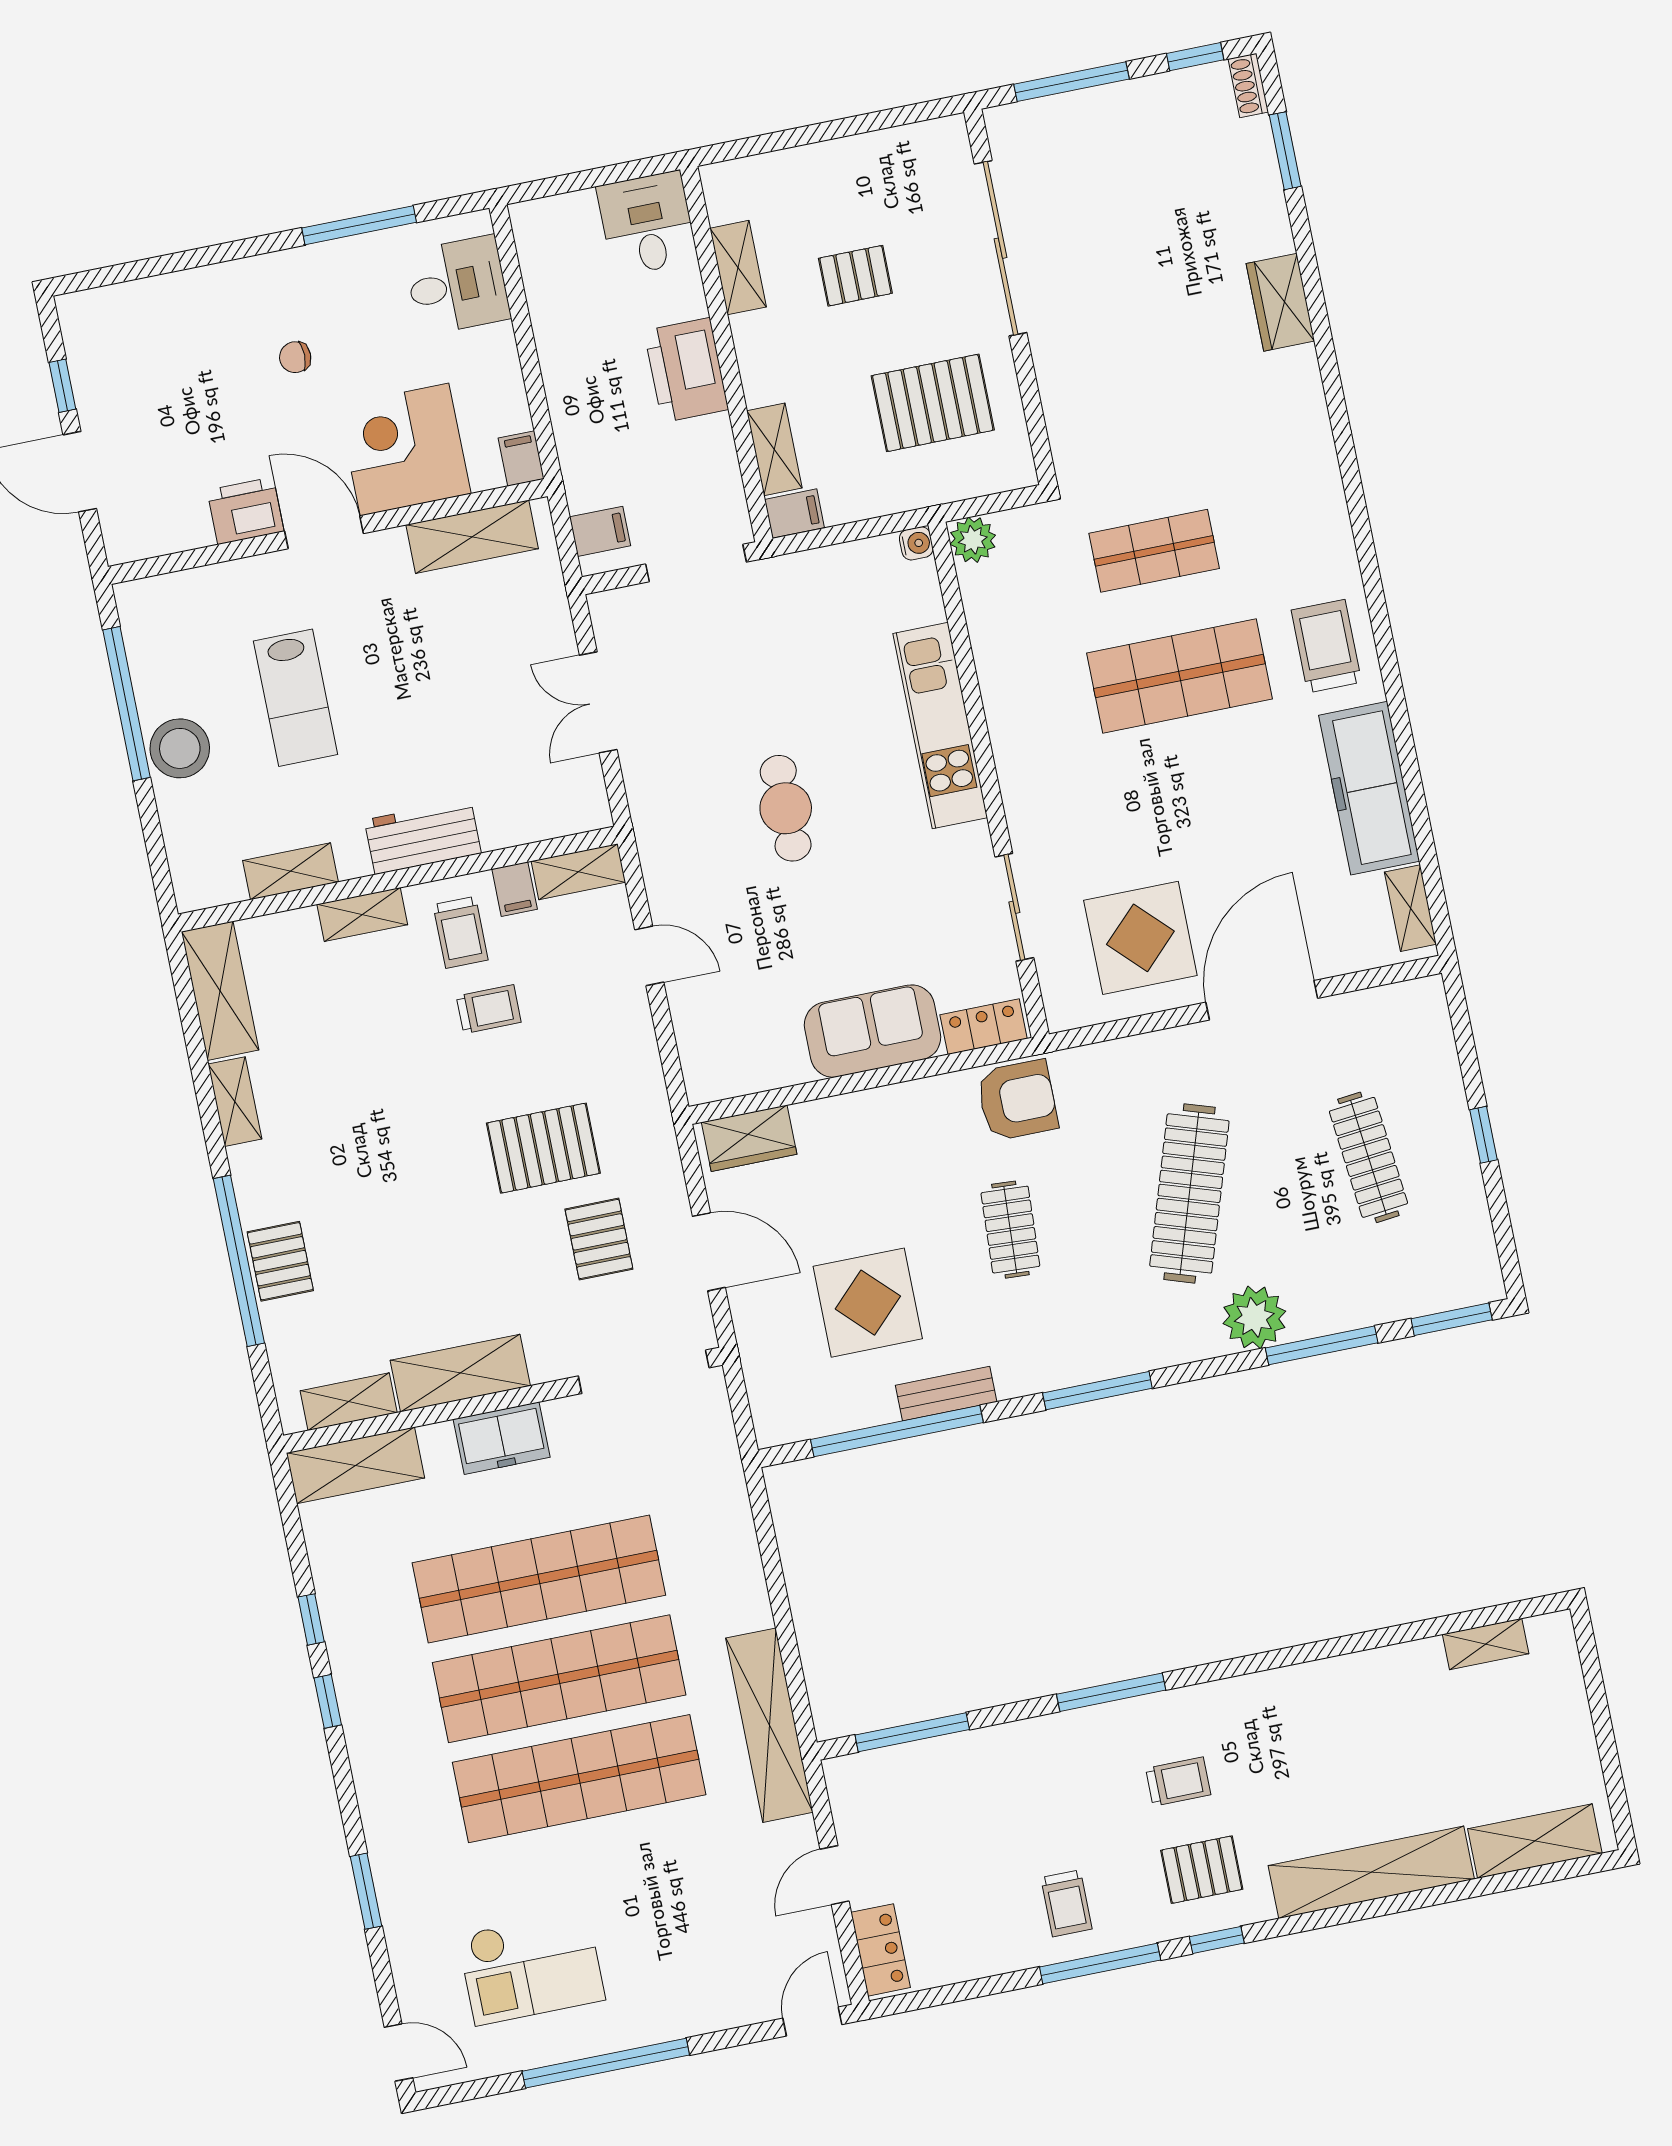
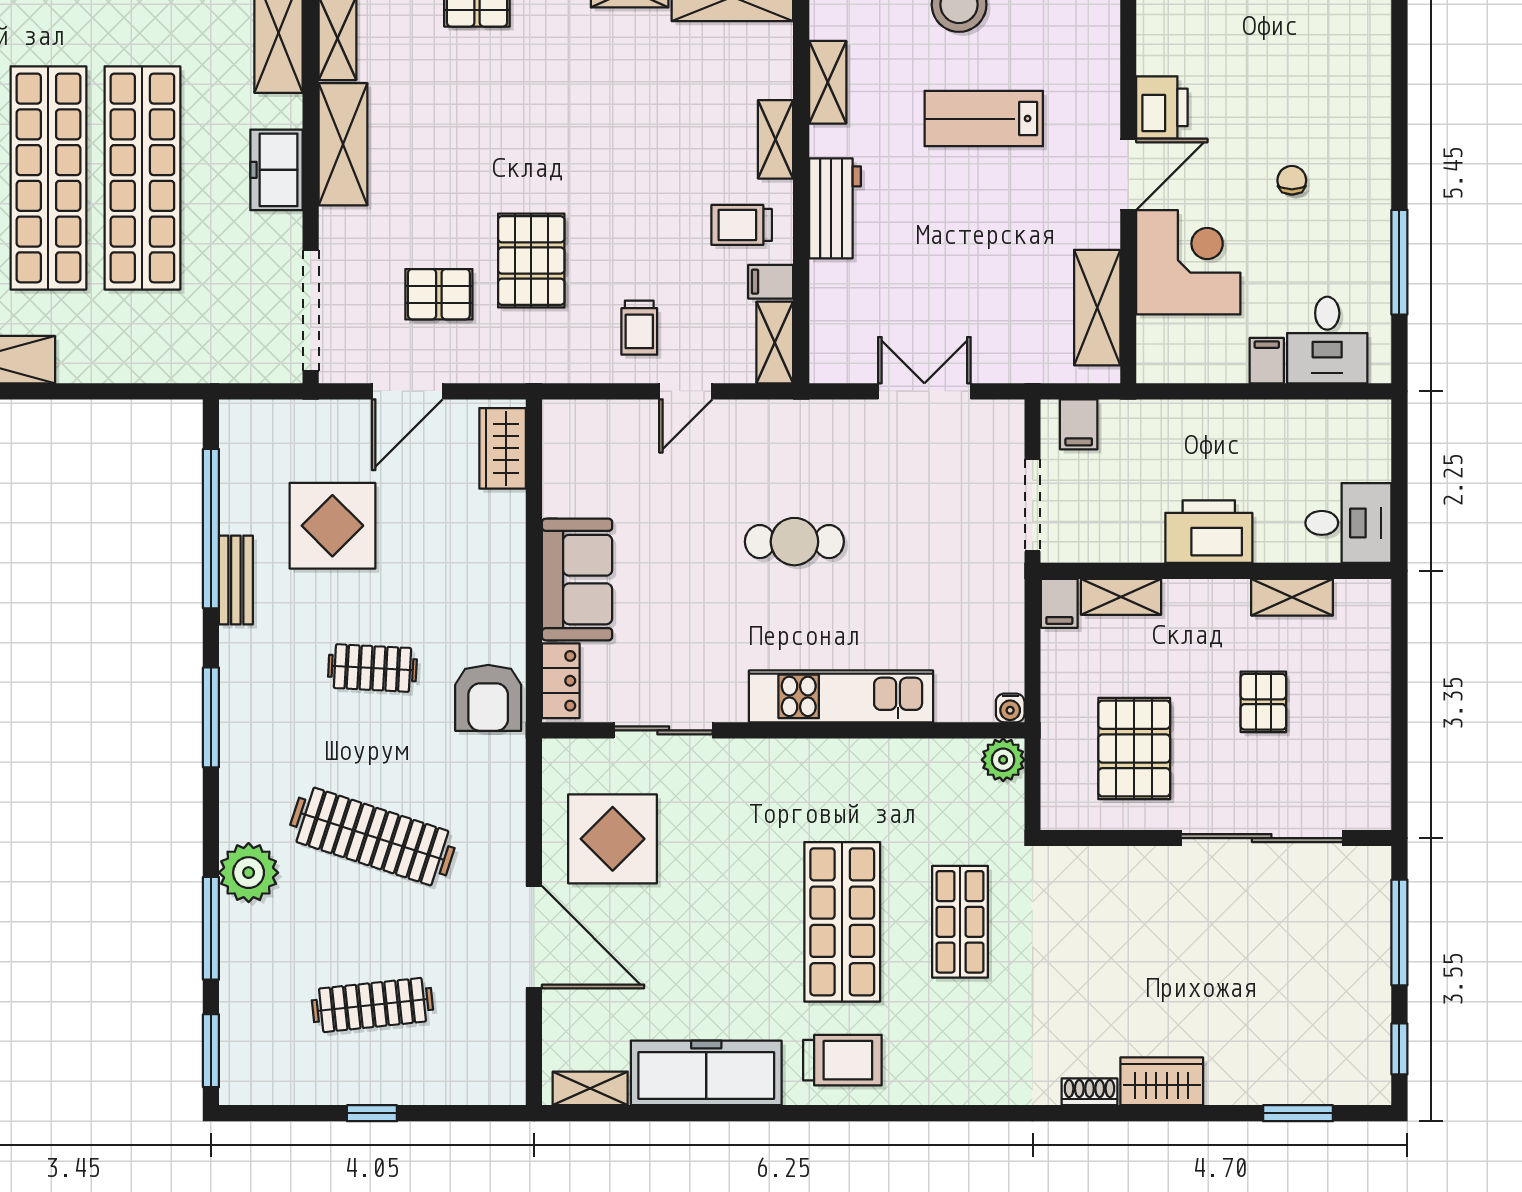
shoe rack: (1248, 85) -> (1089, 1092), moved
filing cabinet: (521, 458) -> (1267, 361), moved, turned -90
trolley: (489, 1009) -> (639, 328), moved

